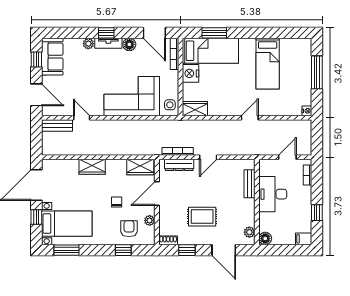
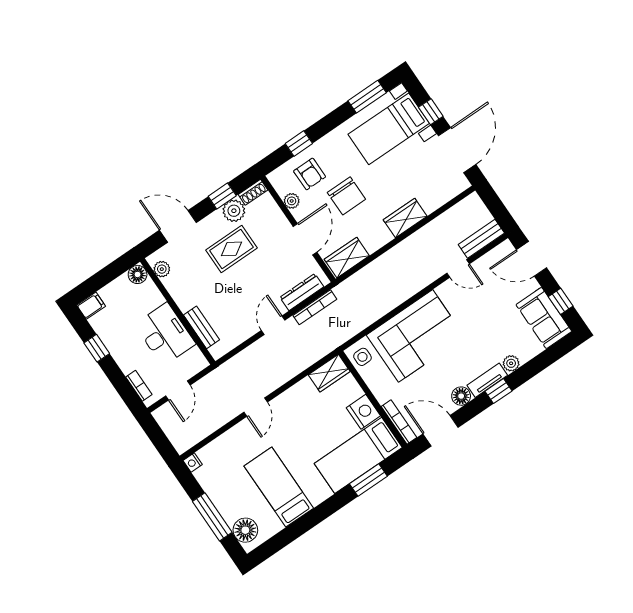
floor lamp: (303, 52) -> (245, 530), added
chair: (117, 202) -> (346, 196), width x1.87, depth x1.87
plant: (186, 237) -> (234, 211), added

